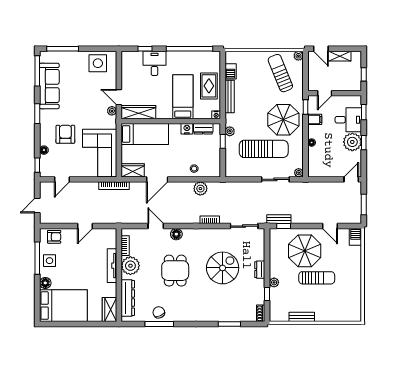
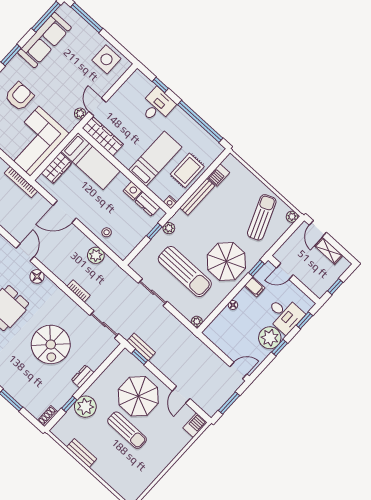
wardrobe: (133, 170) -> (57, 168), moved, turned 90
sliding door: (275, 179) -> (153, 292), moved
spiral stairs: (223, 268) -> (51, 344), turned 90
plant: (274, 282) -> (85, 407), width x1.87, depth x1.87

